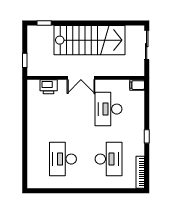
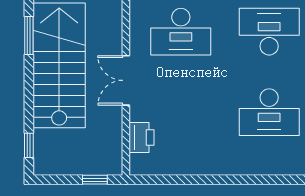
window: (106, 23) -> (29, 36), added
double door: (81, 78) -> (126, 80), swing flipped

